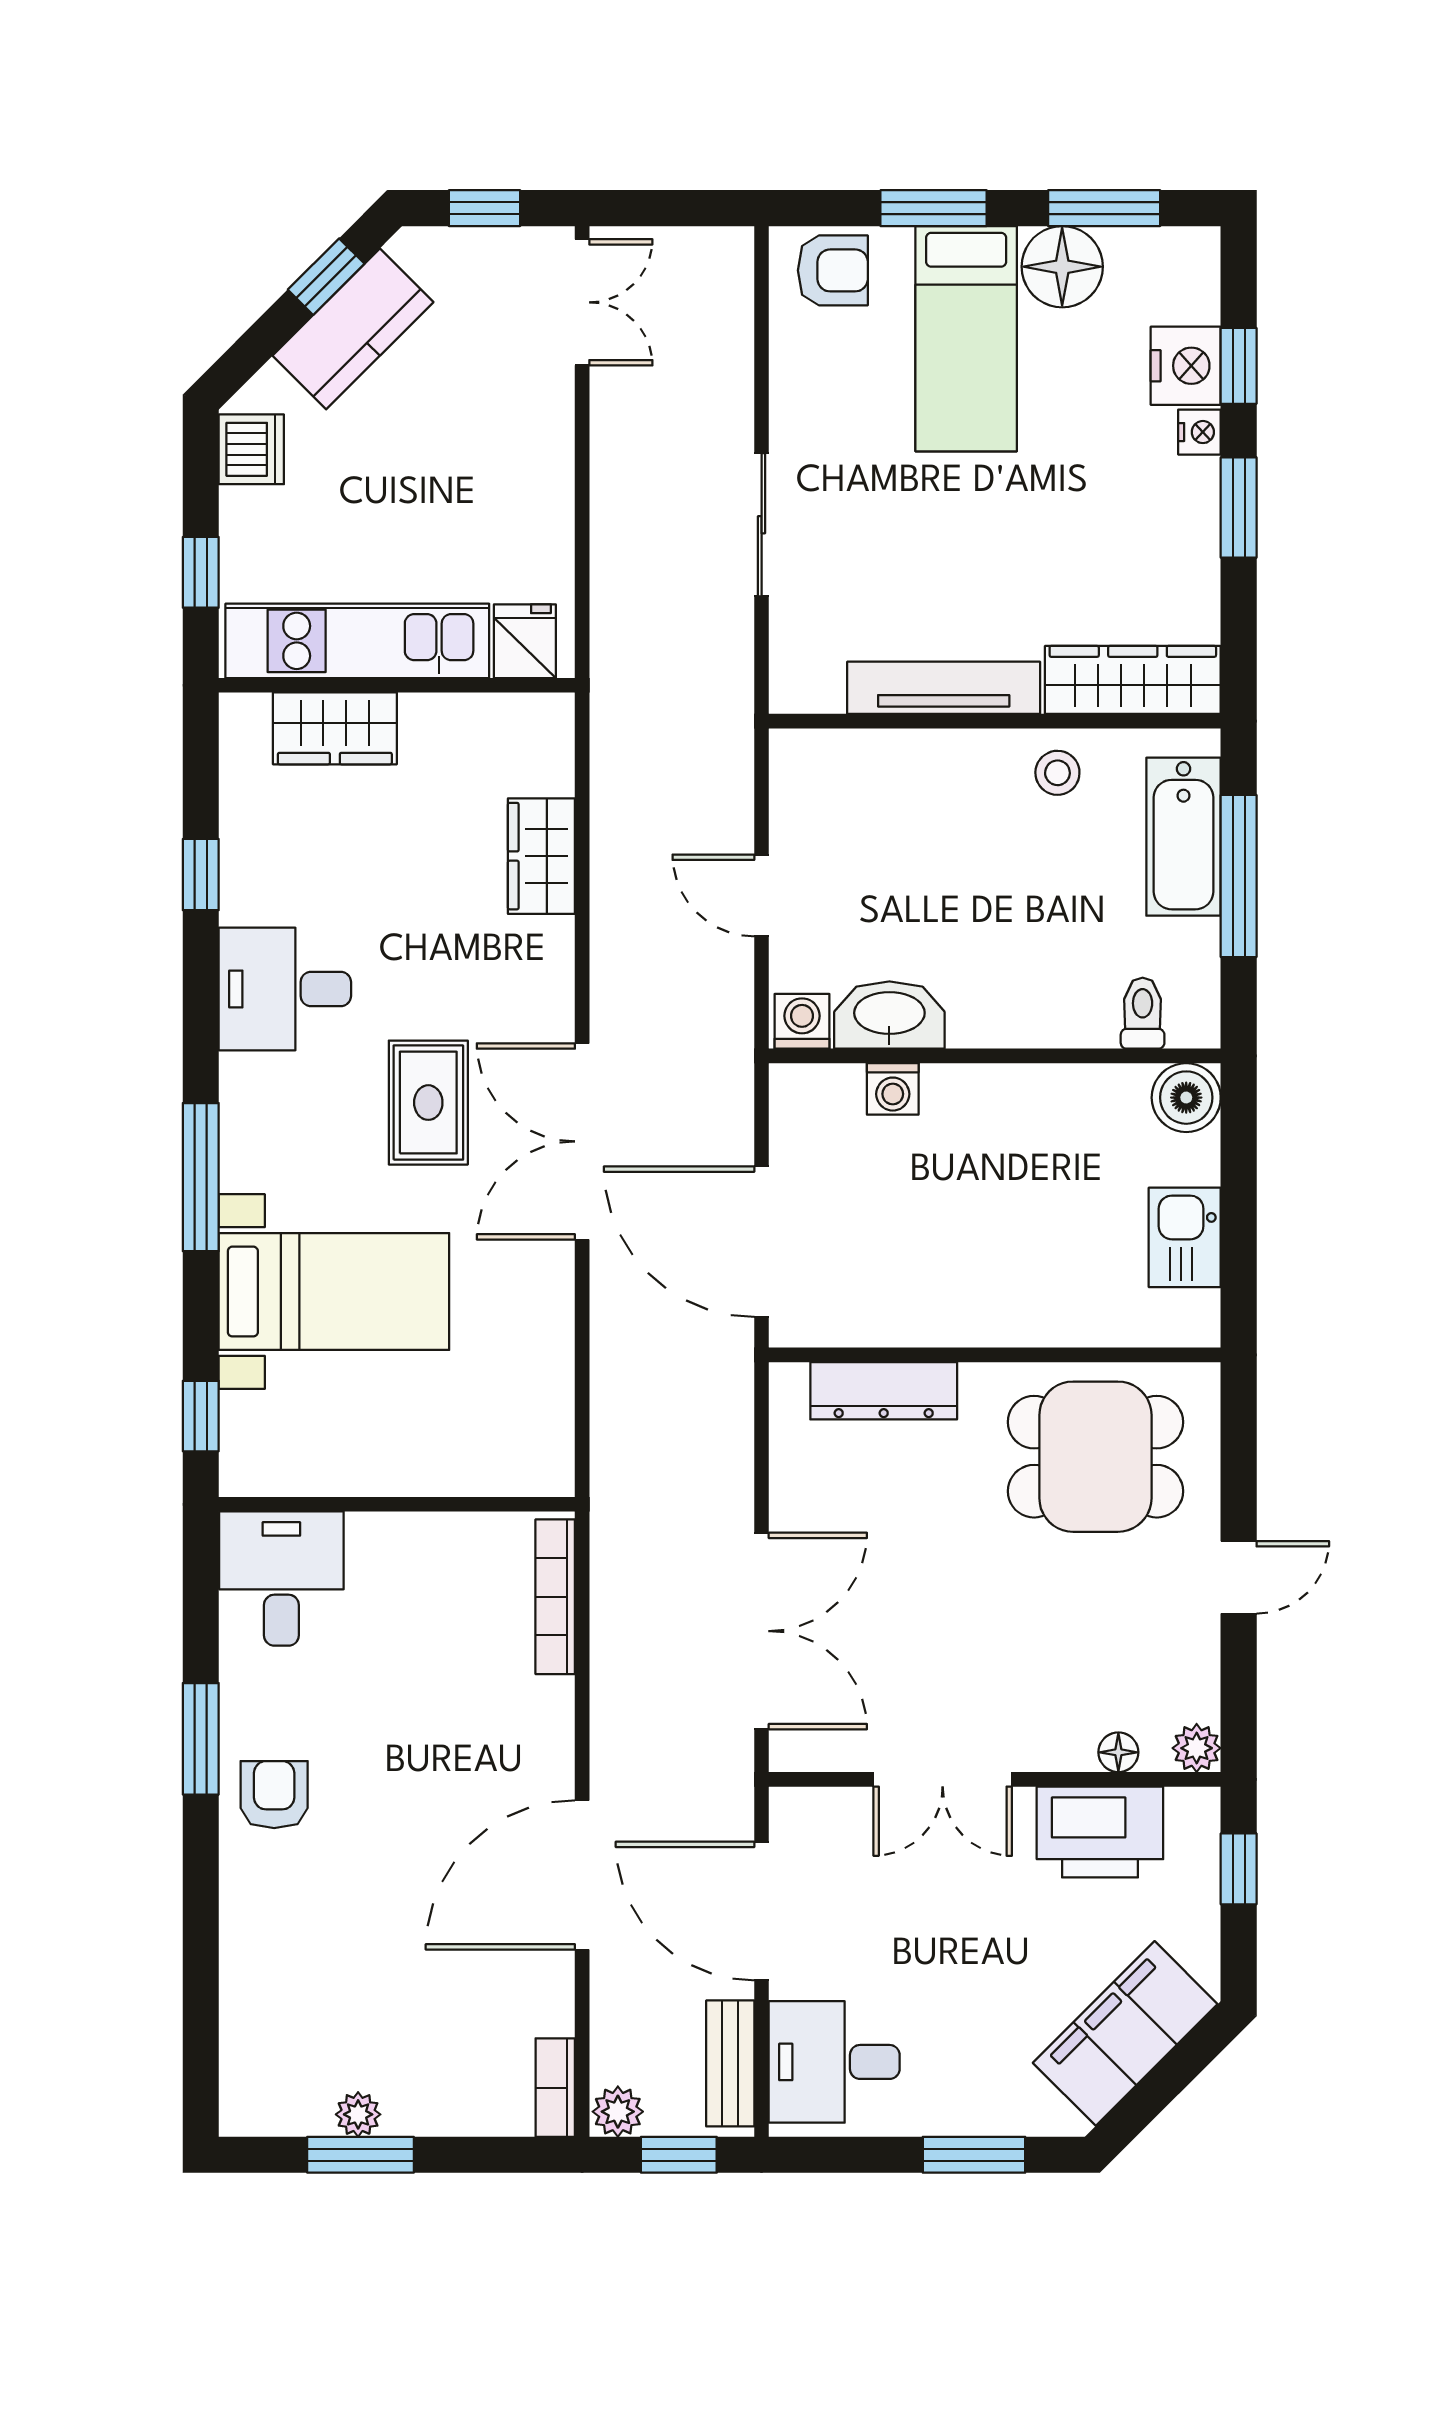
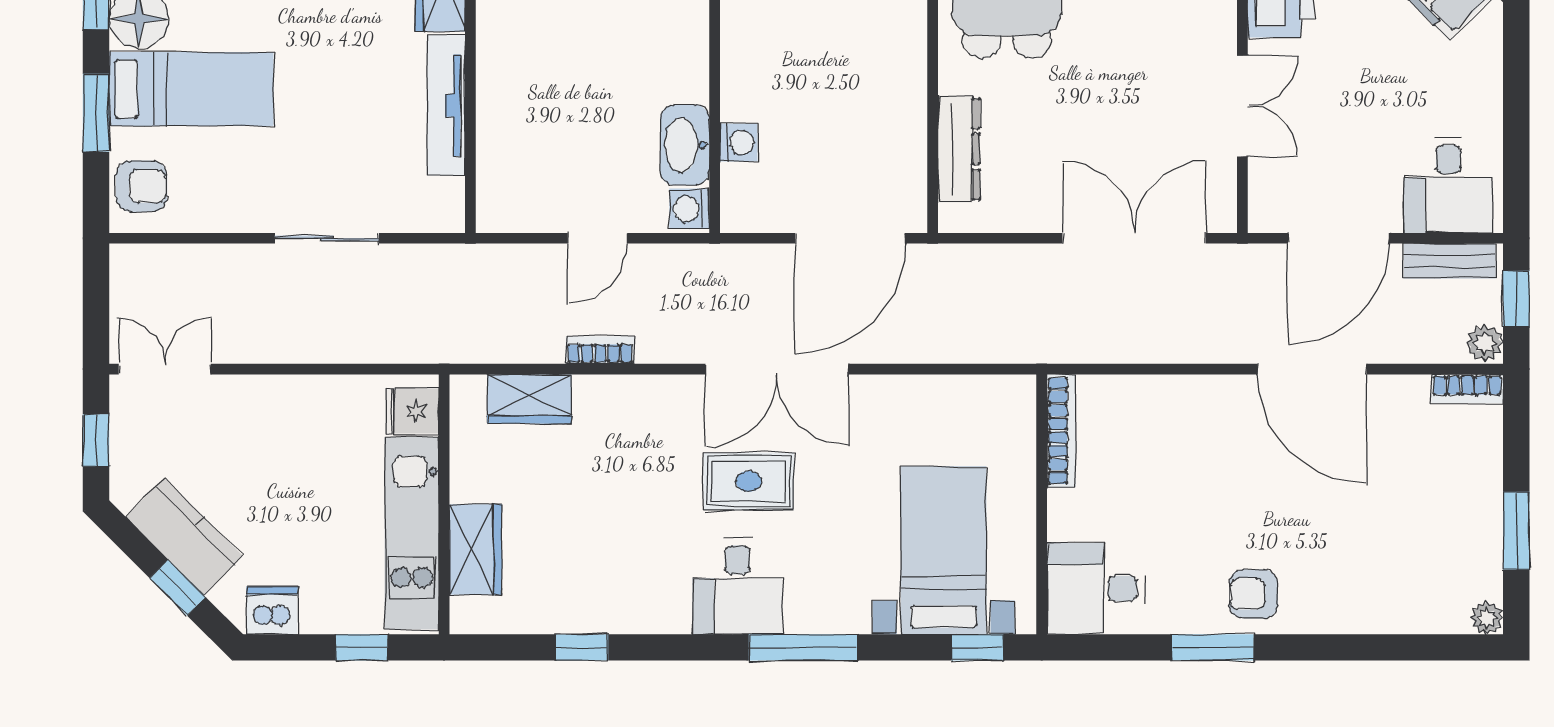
armchair: (833, 270) -> (141, 186), turned 90
window: (326, 277) -> (178, 588), moved
stool: (1057, 773) -> (508, 22), removed
wardrobe: (541, 856) -> (529, 399), moved
bookcase: (608, 899) -> (600, 350), added
desk: (285, 989) -> (737, 586), moved
bed with nightstands: (334, 1292) -> (944, 550), moved
bookcase: (555, 1597) -> (1061, 431), moved, turned -90
plant: (358, 2114) -> (1487, 618), moved
window: (974, 2155) -> (1516, 83), removed

